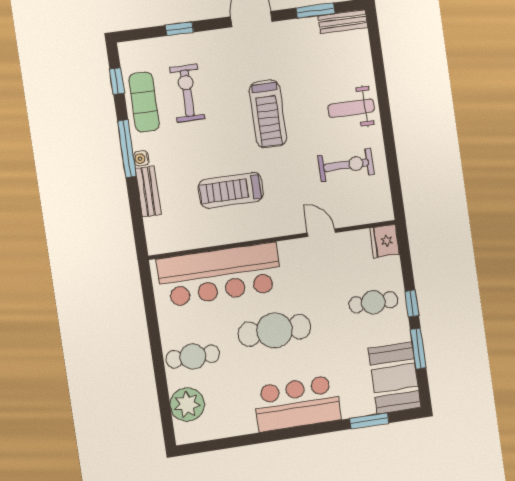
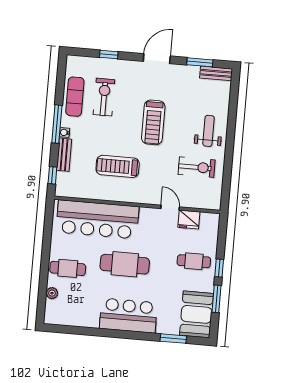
window: (117, 81) -> (52, 175), moved
weight bench: (351, 108) -> (209, 131), turned 90
fridge: (385, 241) -> (189, 220), moved, turned -90
plant: (187, 405) -> (52, 293), width x0.53, depth x0.53

